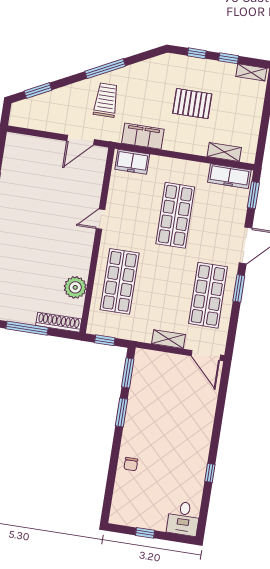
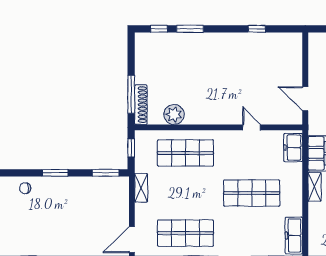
shelving: (224, 152) -> (315, 187), moved
door: (100, 219) -> (252, 127), moved
window: (27, 328) -> (131, 94), moved
shelving: (168, 339) -> (141, 188), moved
window: (121, 413) -> (55, 173), moved

